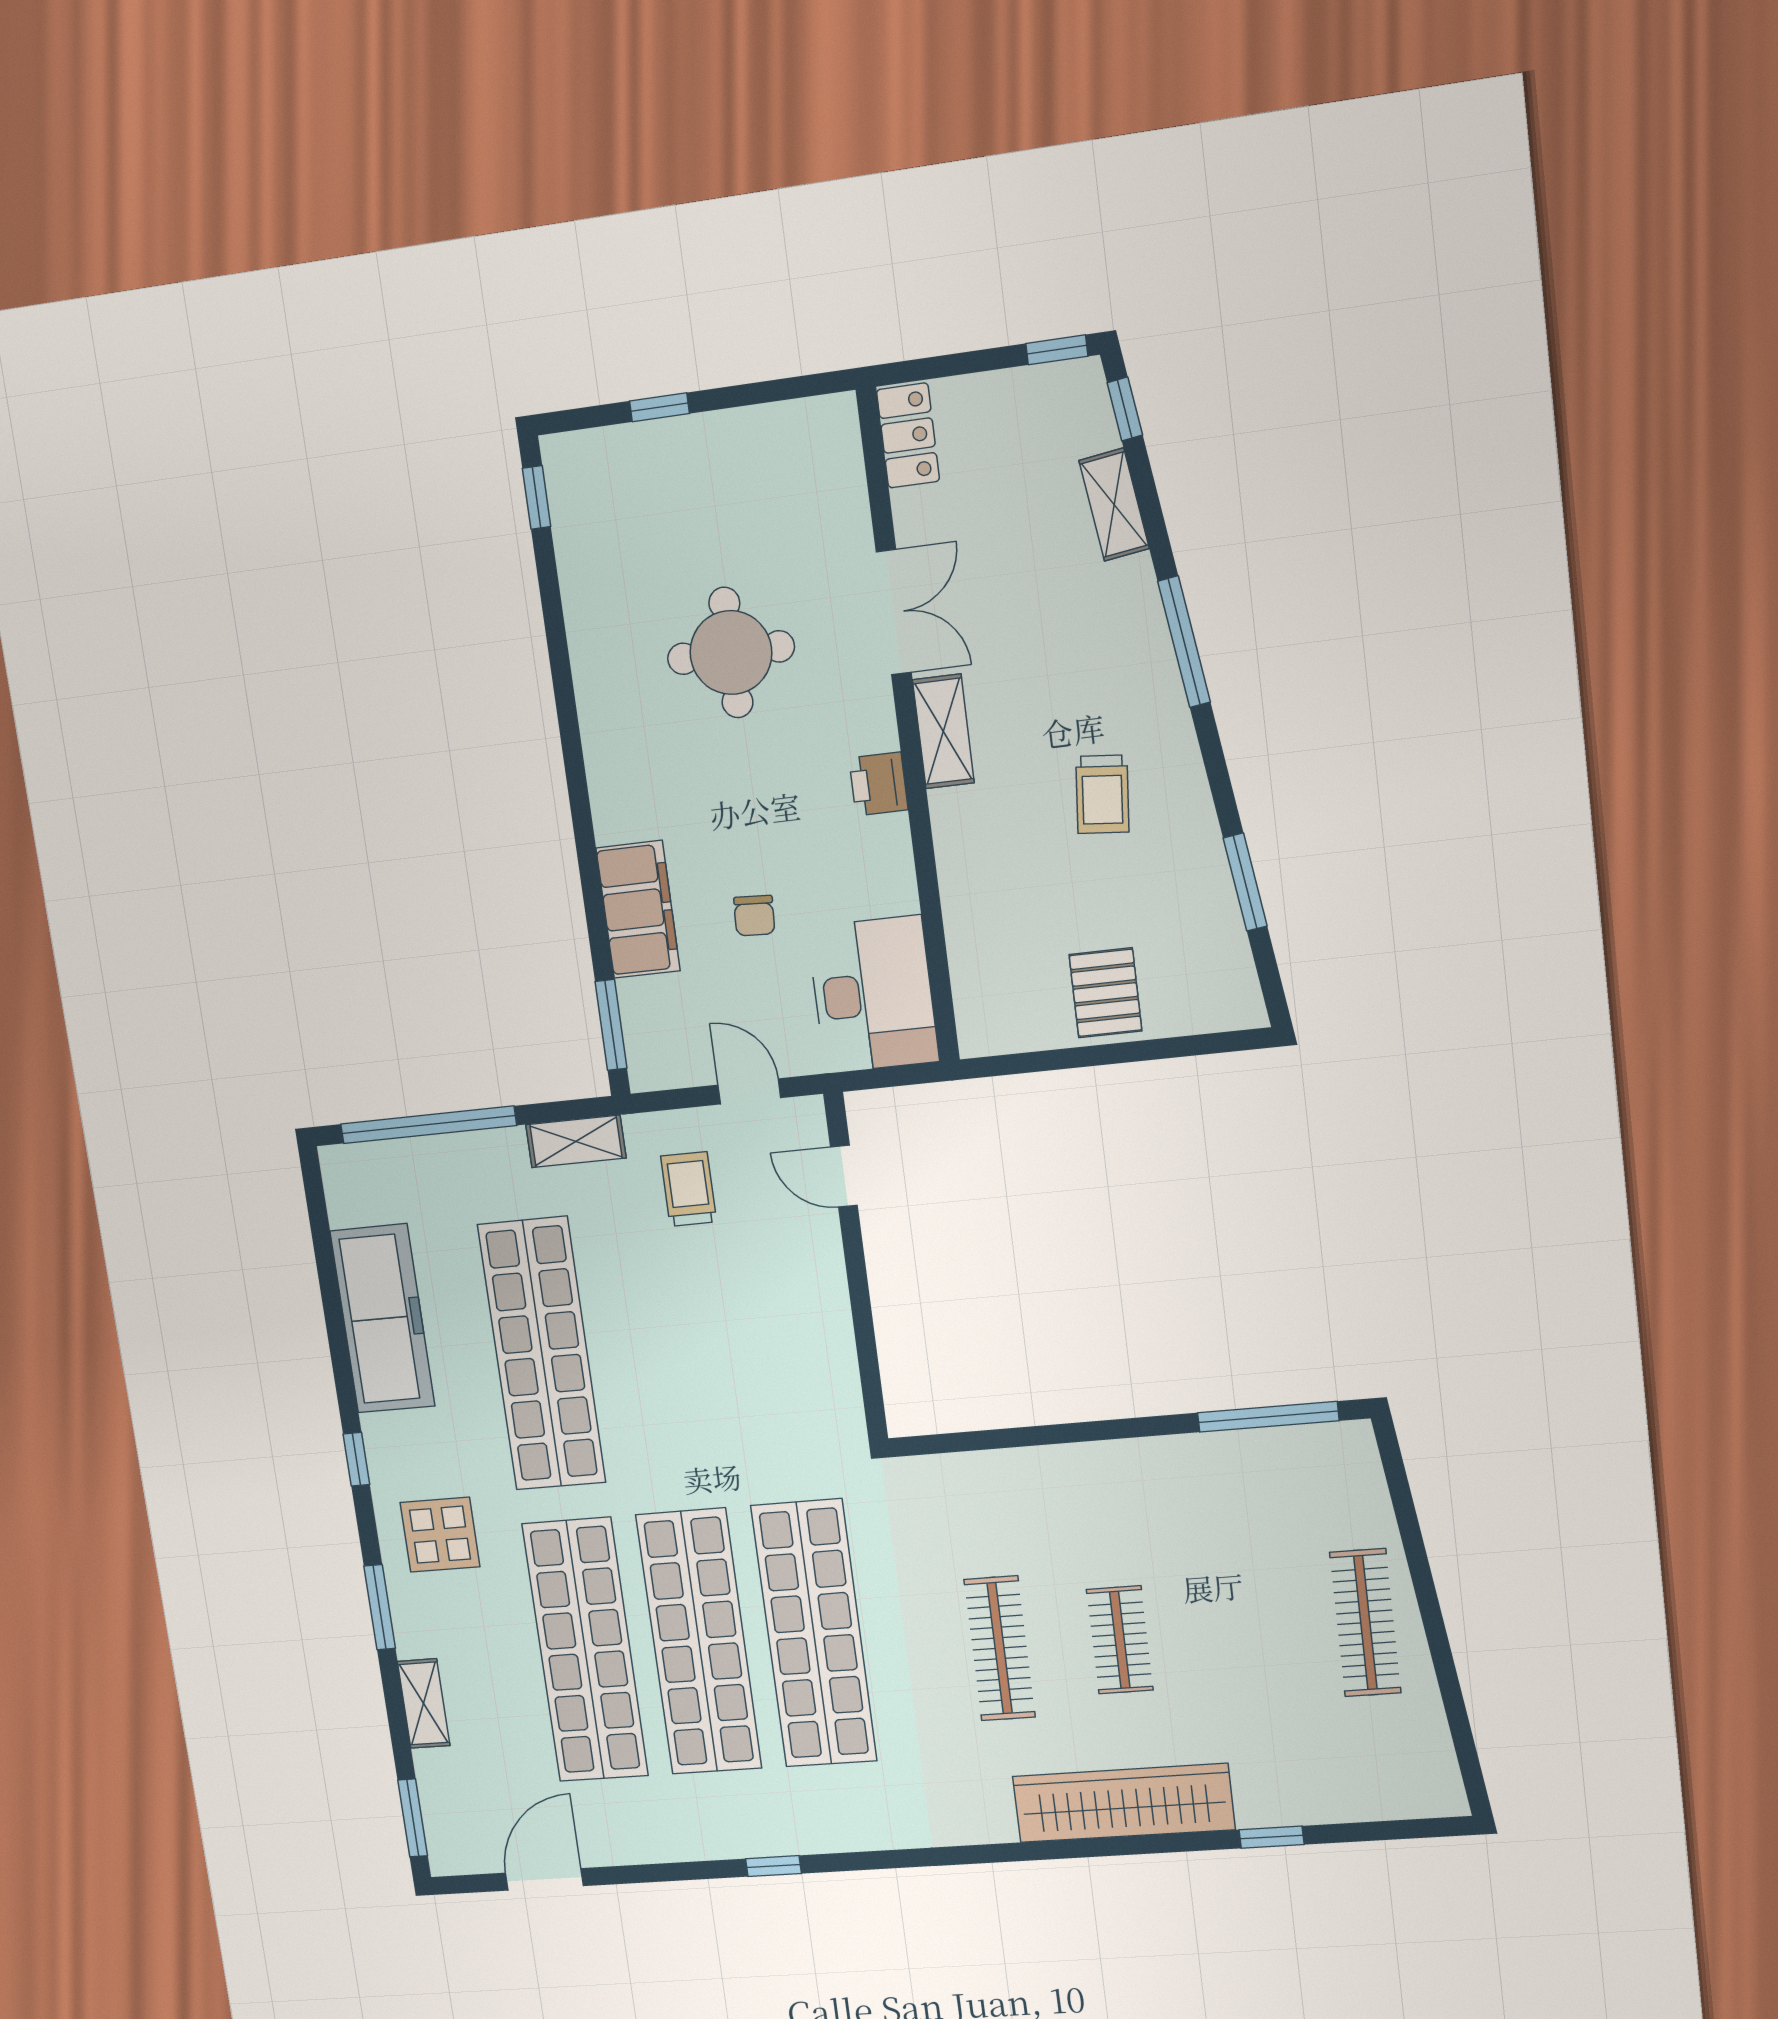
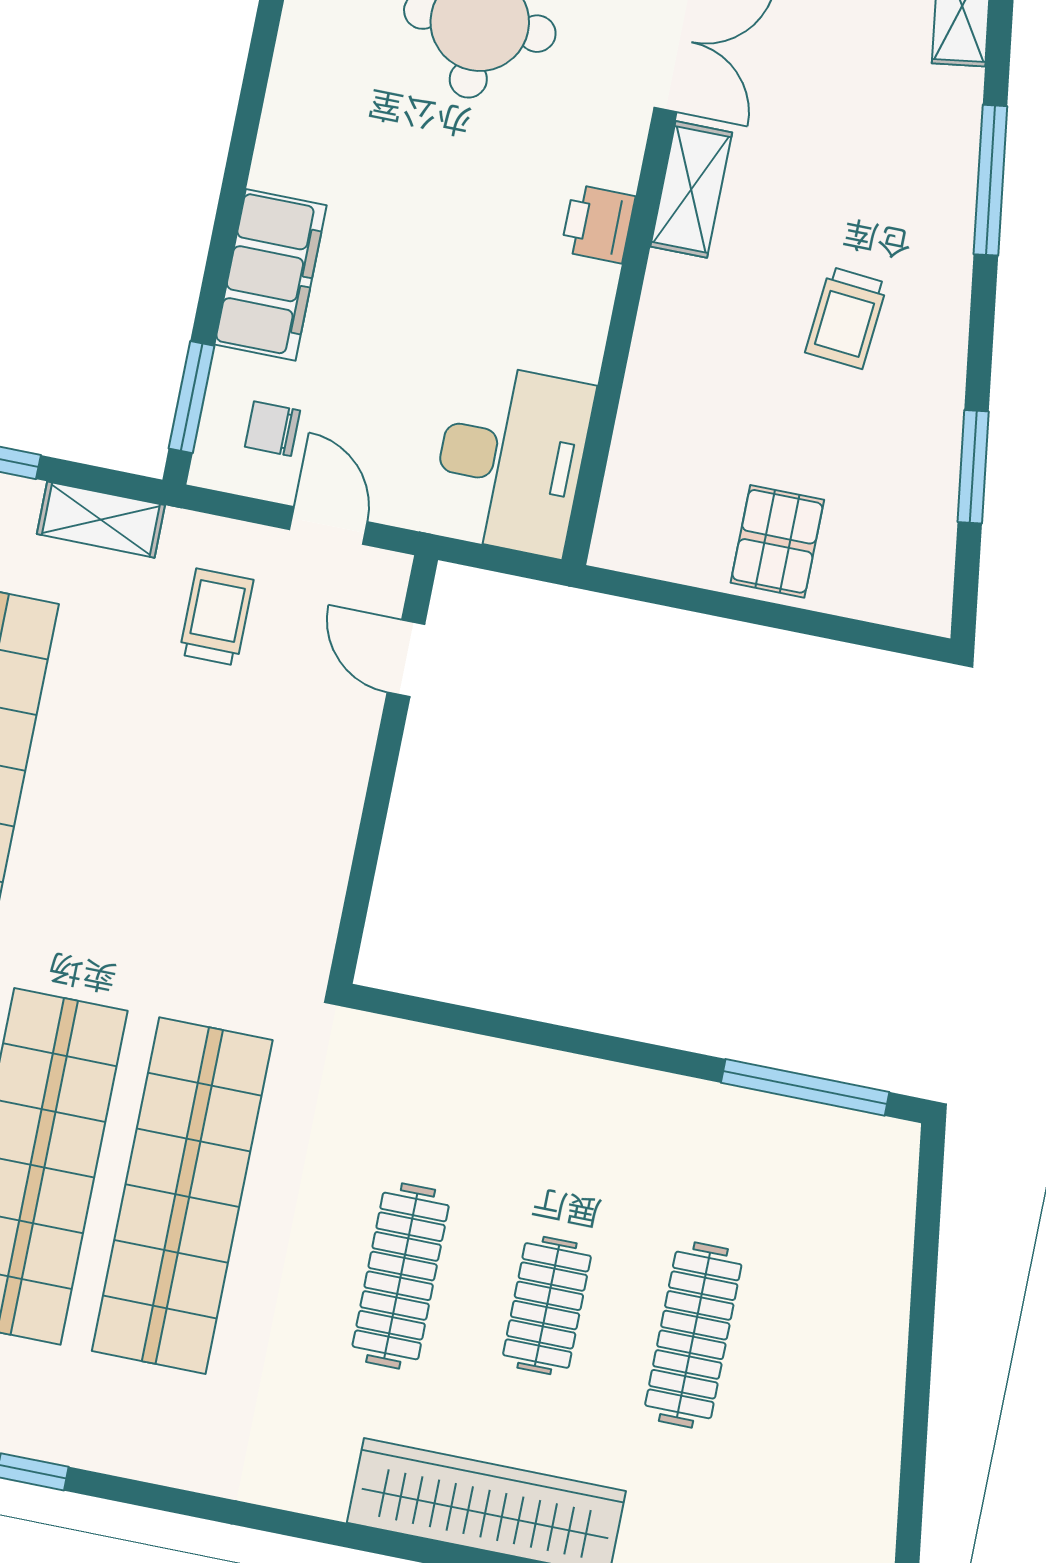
chair: (754, 916) -> (272, 429), moved, turned 87
clothes rail: (1365, 1623) -> (693, 1335), moved

